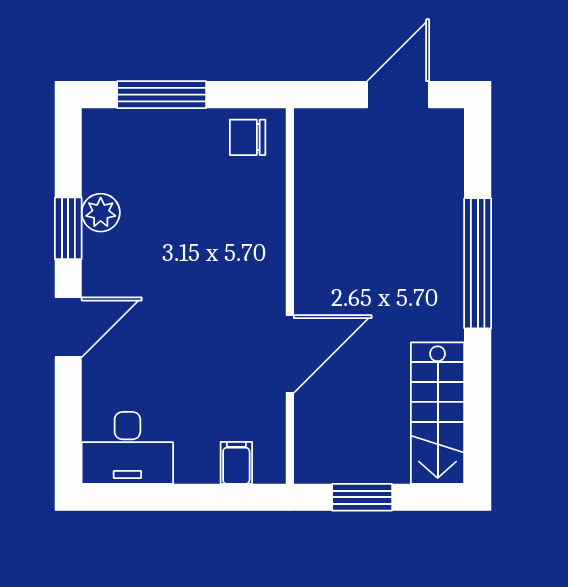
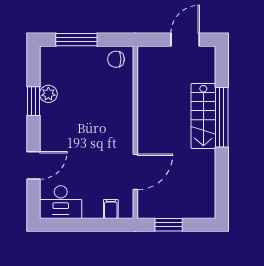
door: (68, 327) -> (33, 165), moved
door: (290, 354) -> (135, 172), moved
stairs: (438, 413) -> (203, 116), moved

